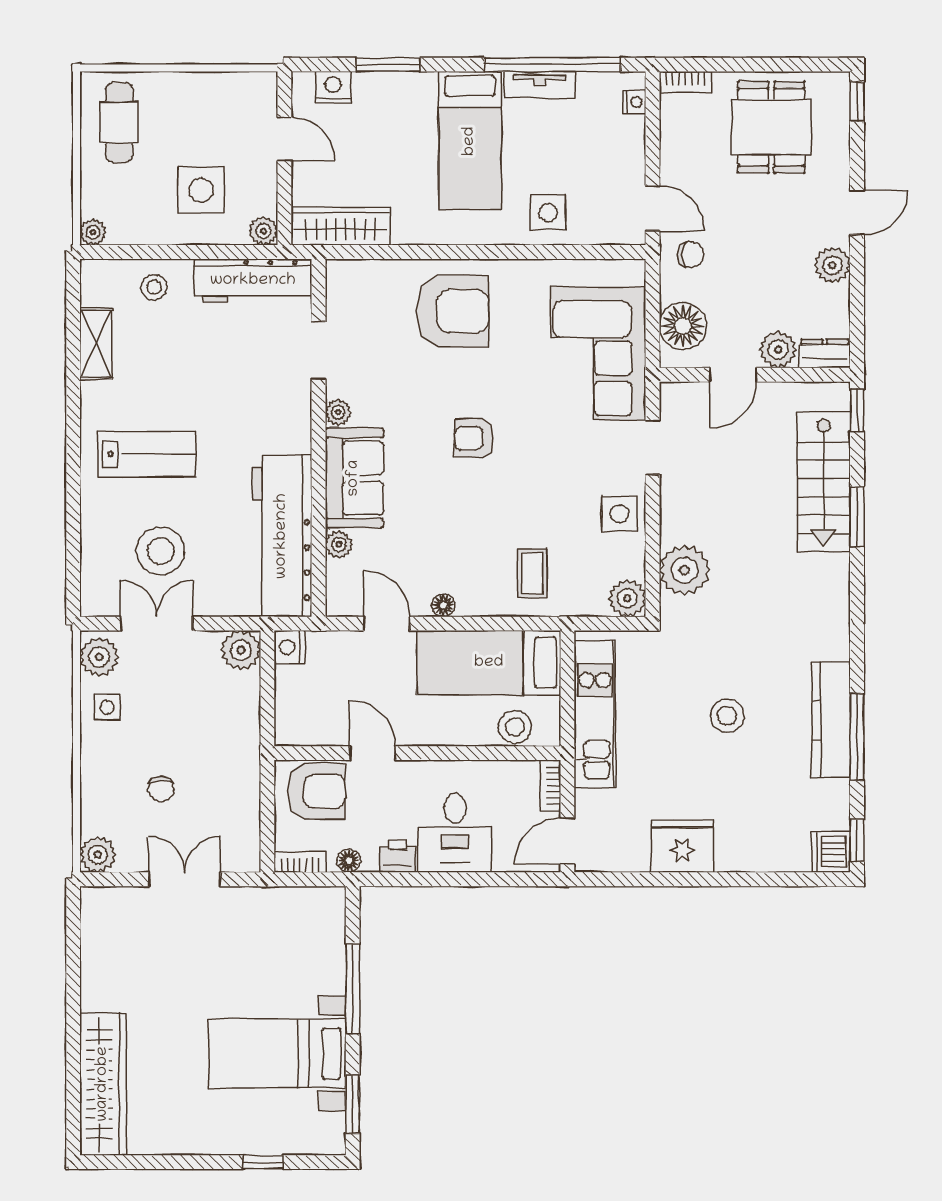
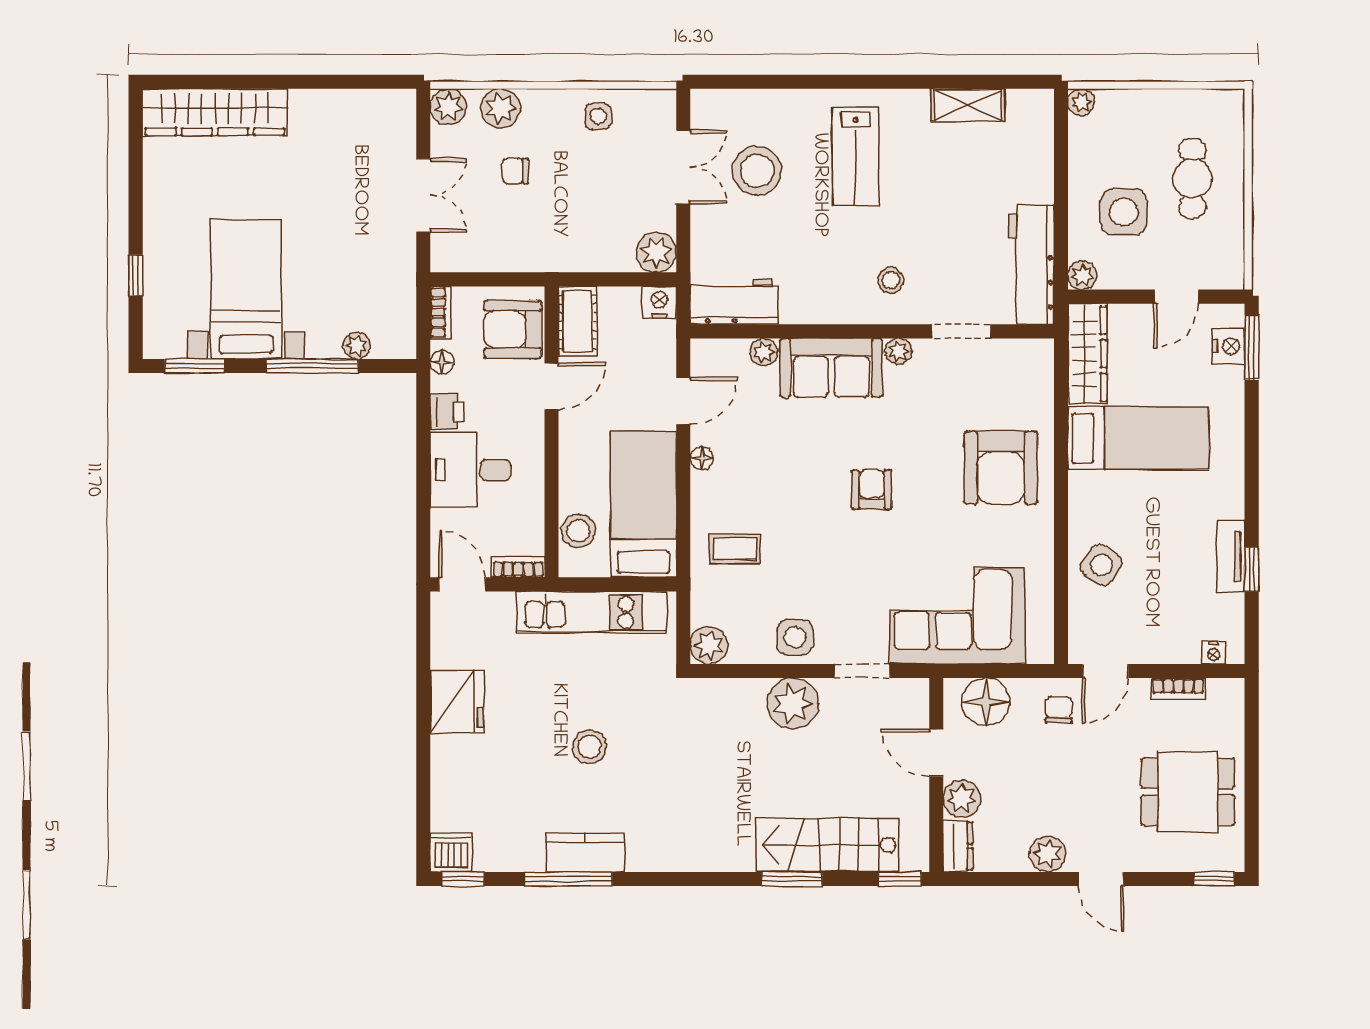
window: (388, 65) -> (1252, 348), moved
window: (552, 65) -> (1252, 569), width x0.32
bookcase: (686, 82) -> (1178, 689), moved, turned -90
cafe table: (119, 122) -> (1192, 179), moved, turned 90
bed: (470, 141) -> (1138, 438), moved, turned 180
side table: (548, 212) -> (1101, 565), turned 34
chair: (691, 255) -> (1059, 710), turned 180
stool: (154, 287) -> (891, 280), moved
workbench: (282, 536) -> (734, 302), width x0.53, depth x0.76
plant: (685, 570) -> (793, 703), moved
plant: (99, 657) -> (501, 108), moved
kitchen counter: (831, 720) -> (585, 852), width x0.67
cot: (309, 728) -> (578, 321), added
armchair: (317, 791) -> (513, 329), turned 90
plant: (333, 945) -> (357, 346), added

